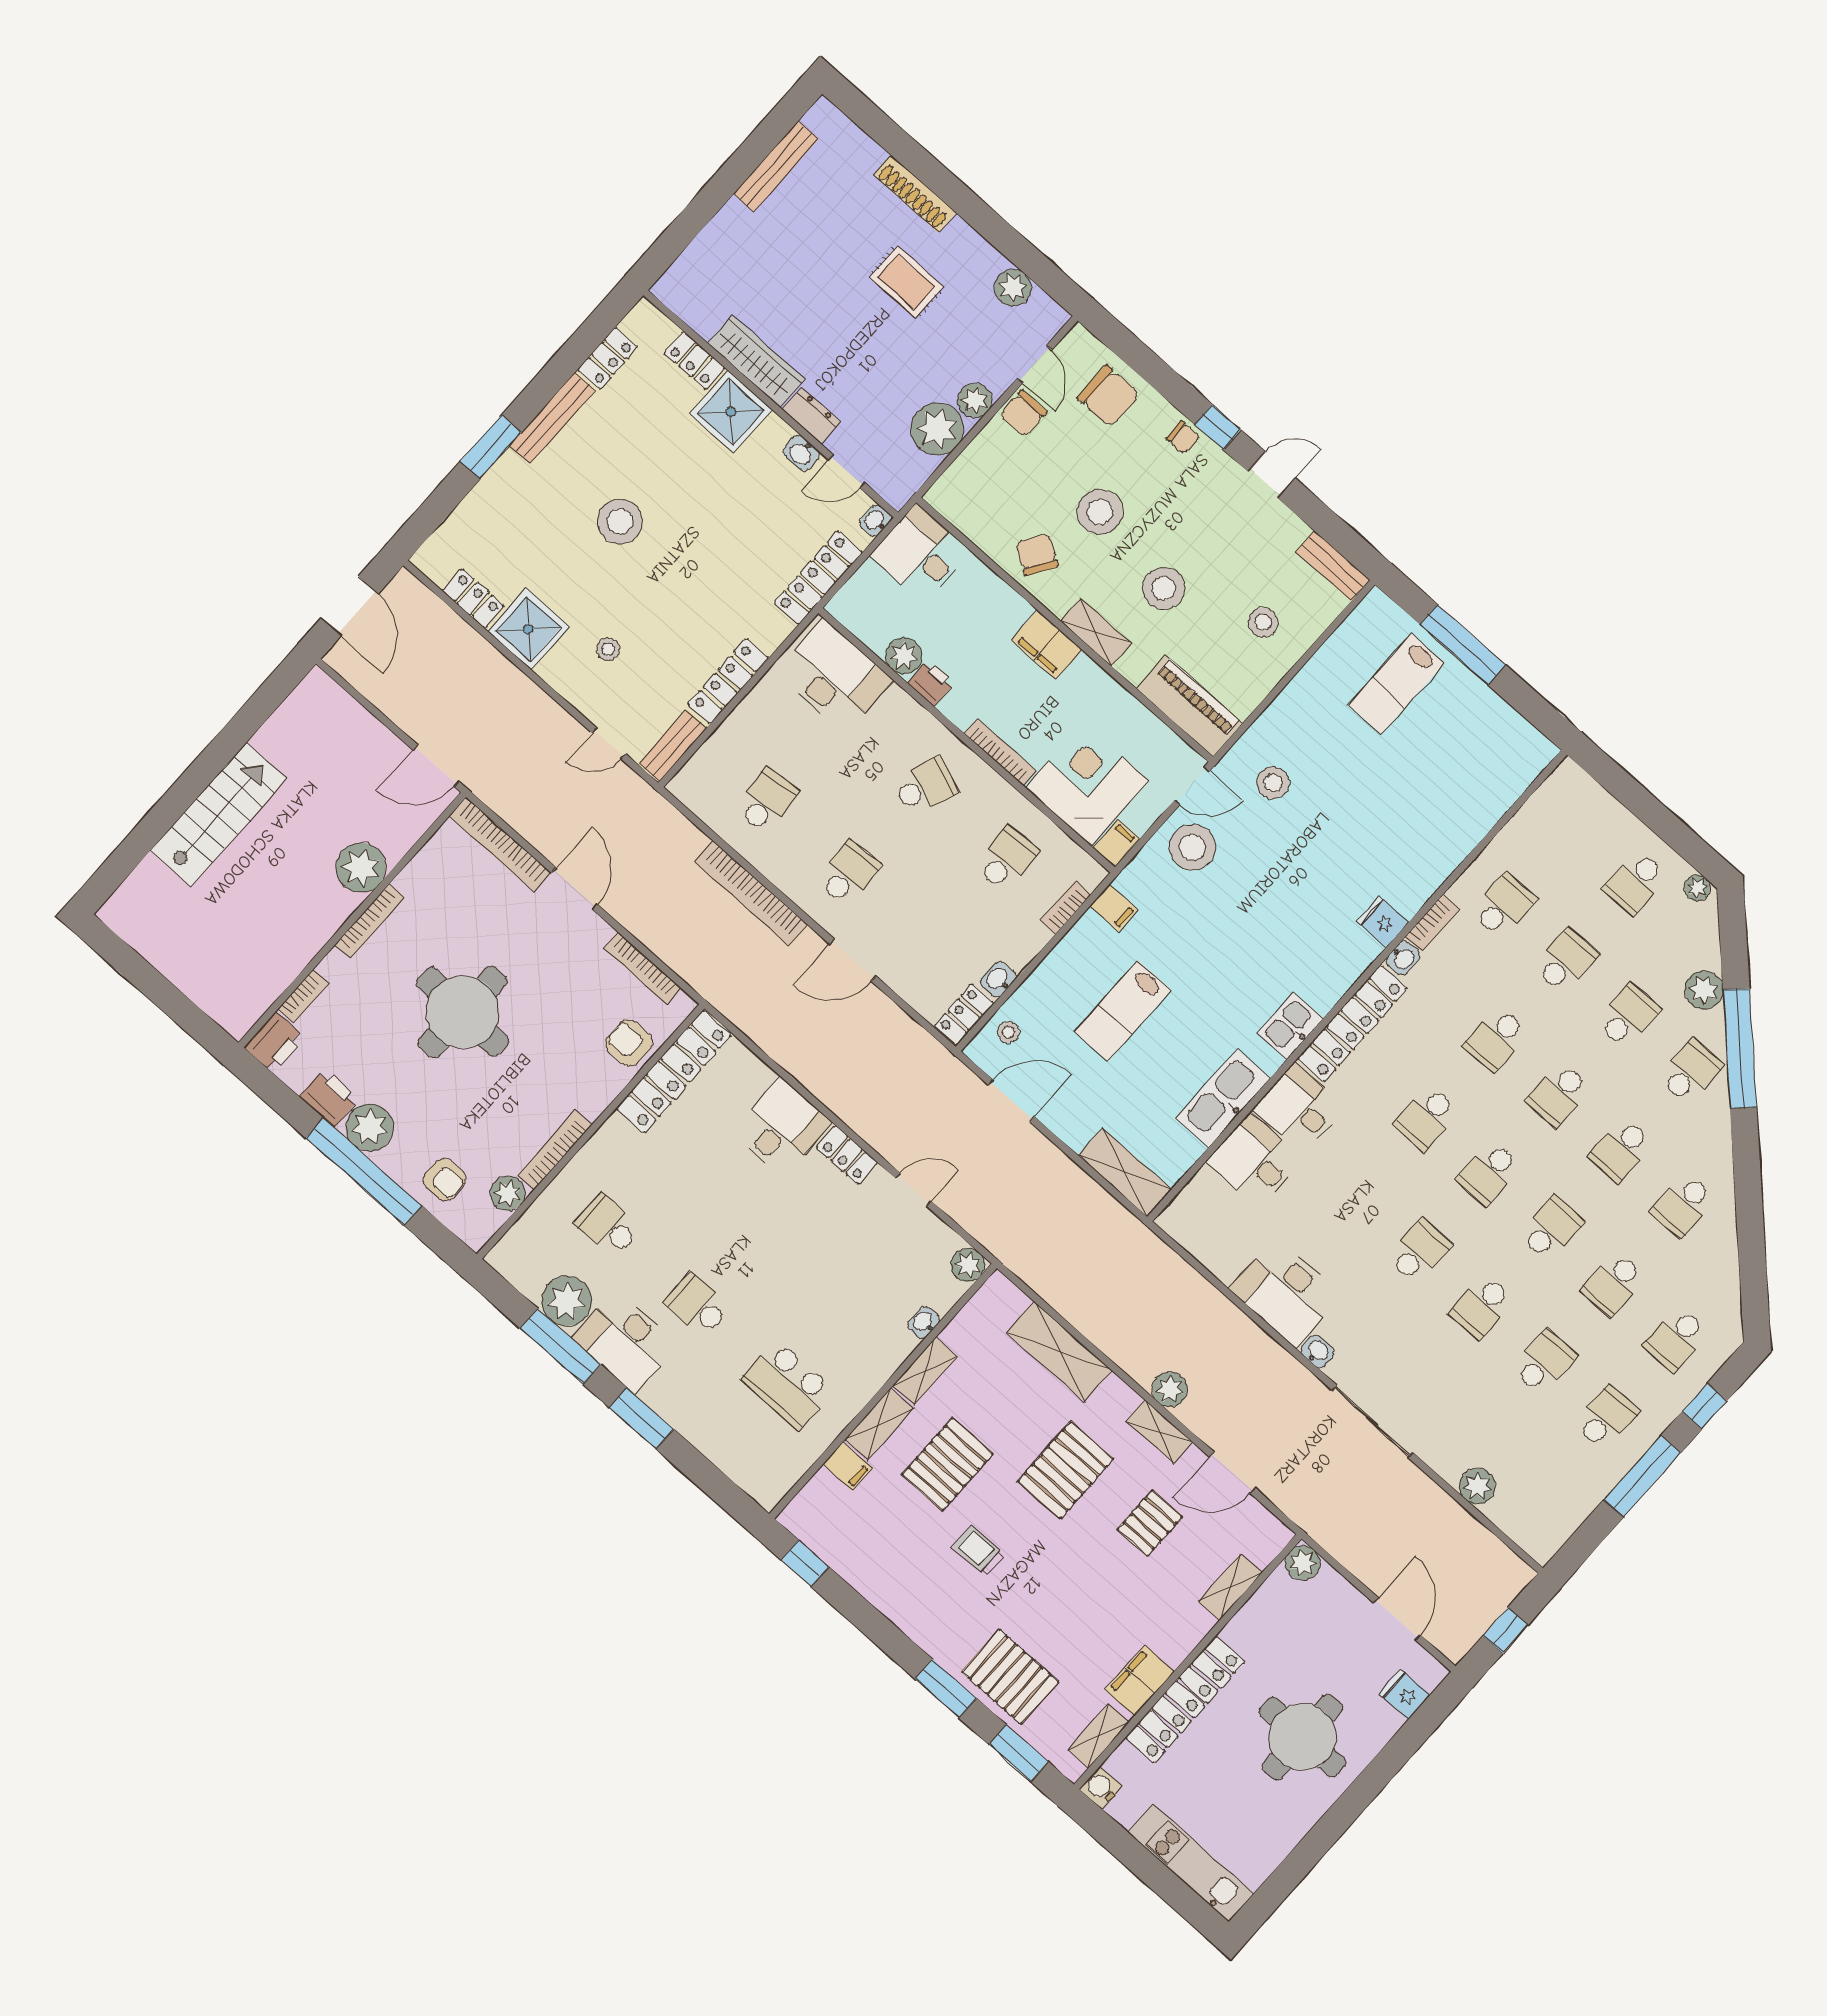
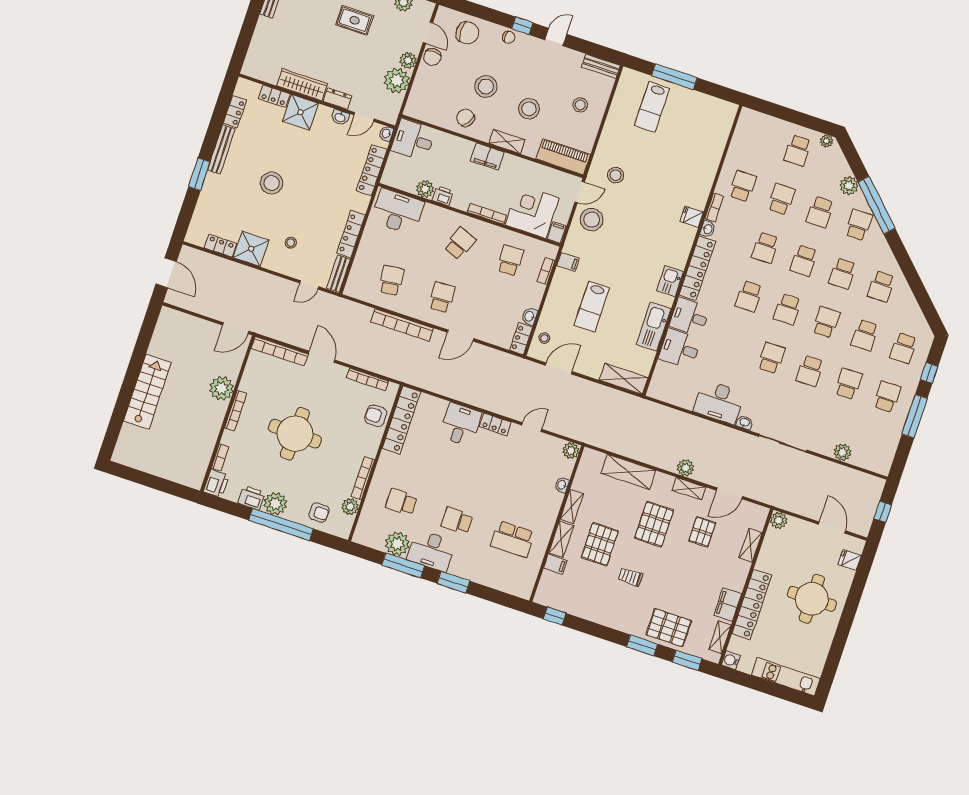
school desk: (1628, 1016) -> (820, 212), turned 180

